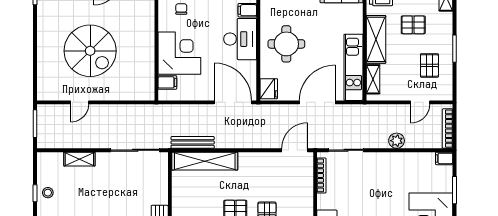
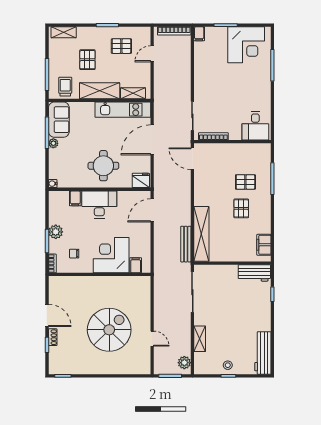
door: (233, 102) -> (152, 210), width x0.73
door: (317, 102) -> (152, 140), hinge flipped
door: (420, 102) -> (152, 54), swing flipped
plant: (397, 141) -> (184, 363), moved

